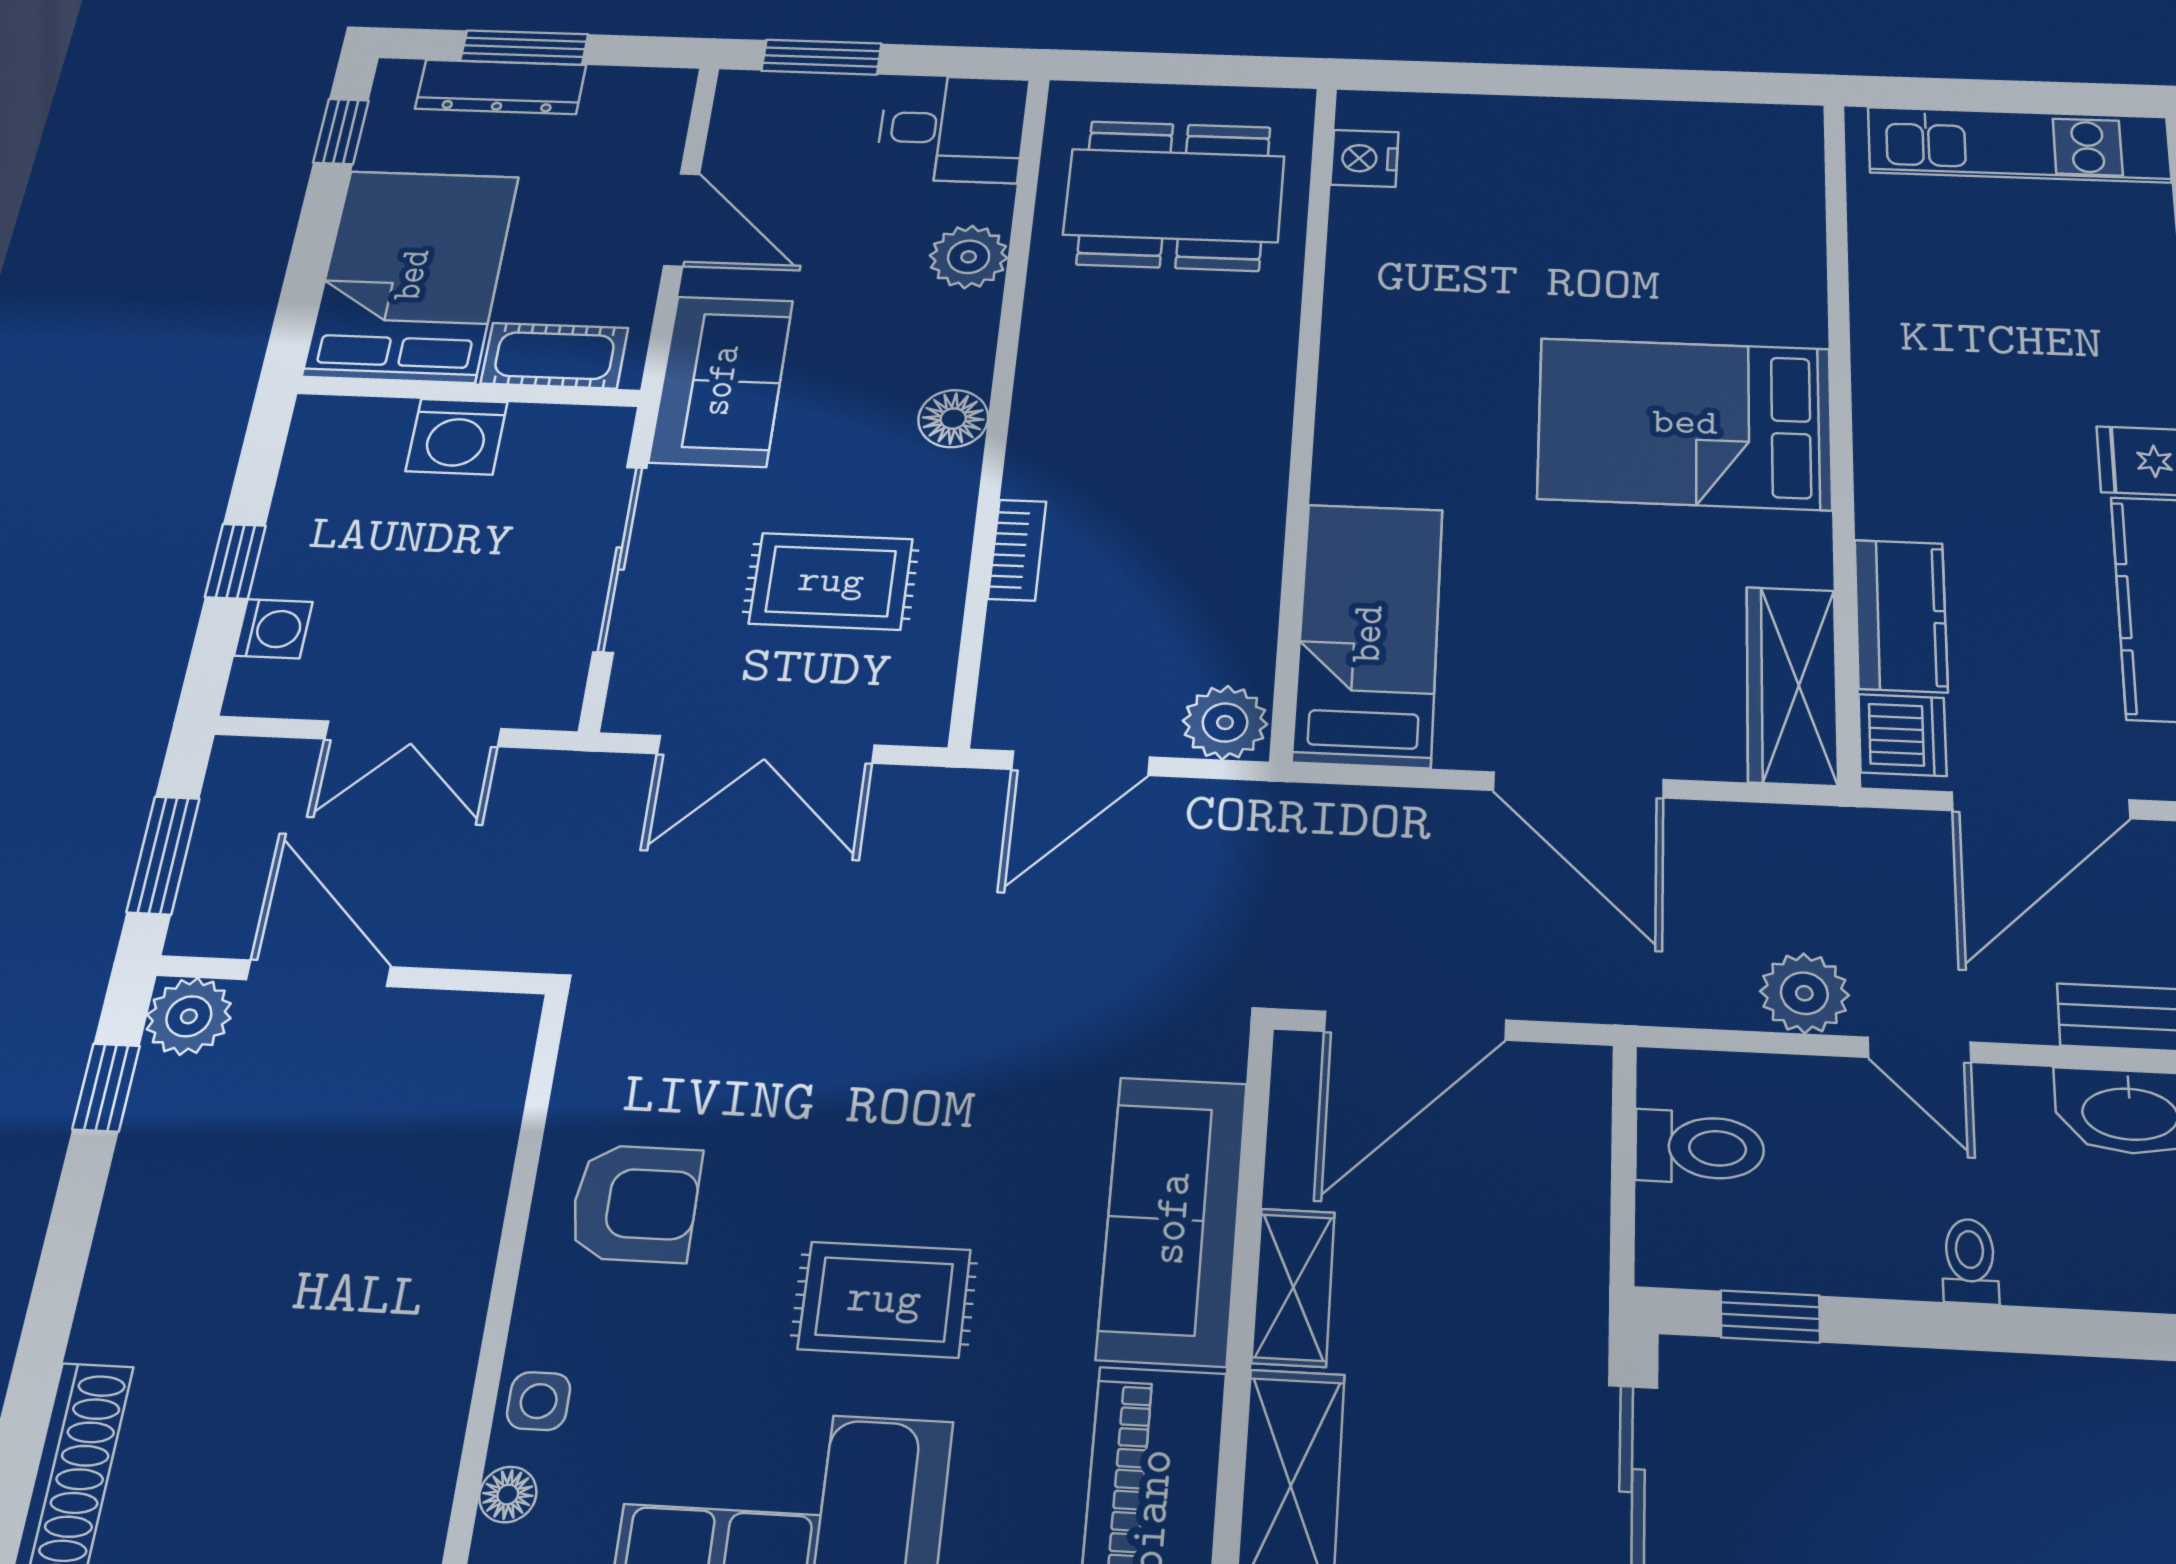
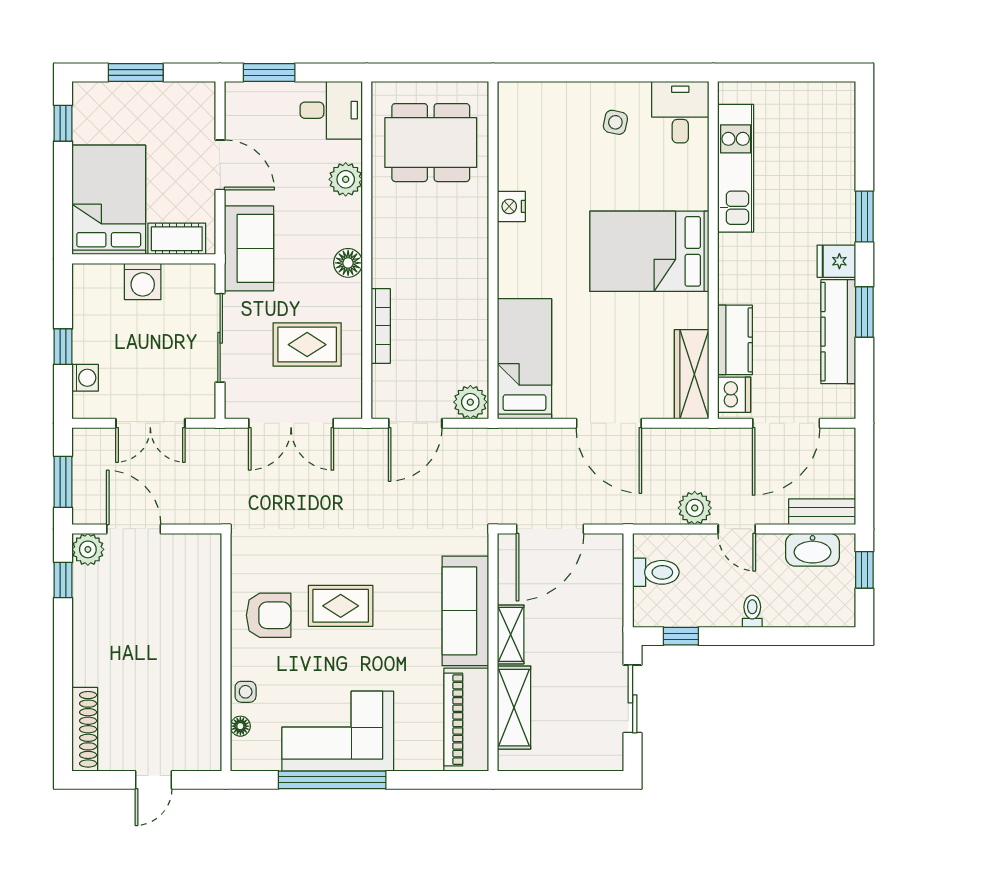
dresser: (501, 87) -> (129, 95), removed
kitchen unit: (2019, 145) -> (736, 168), moved, turned -90
nightstand: (1365, 158) -> (511, 206), moved
desk: (1758, 159) -> (680, 112), added
side table: (1606, 173) -> (615, 122), added
bookcase: (1017, 550) -> (381, 326), width x1.56
rug: (884, 1299) -> (341, 606), moved

